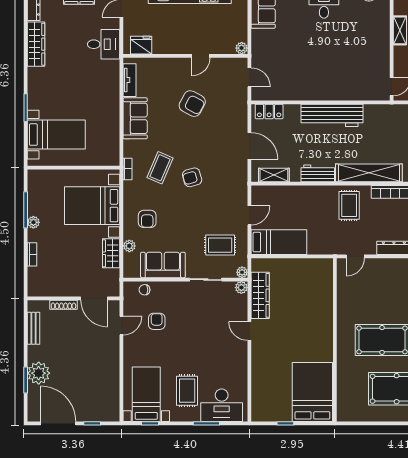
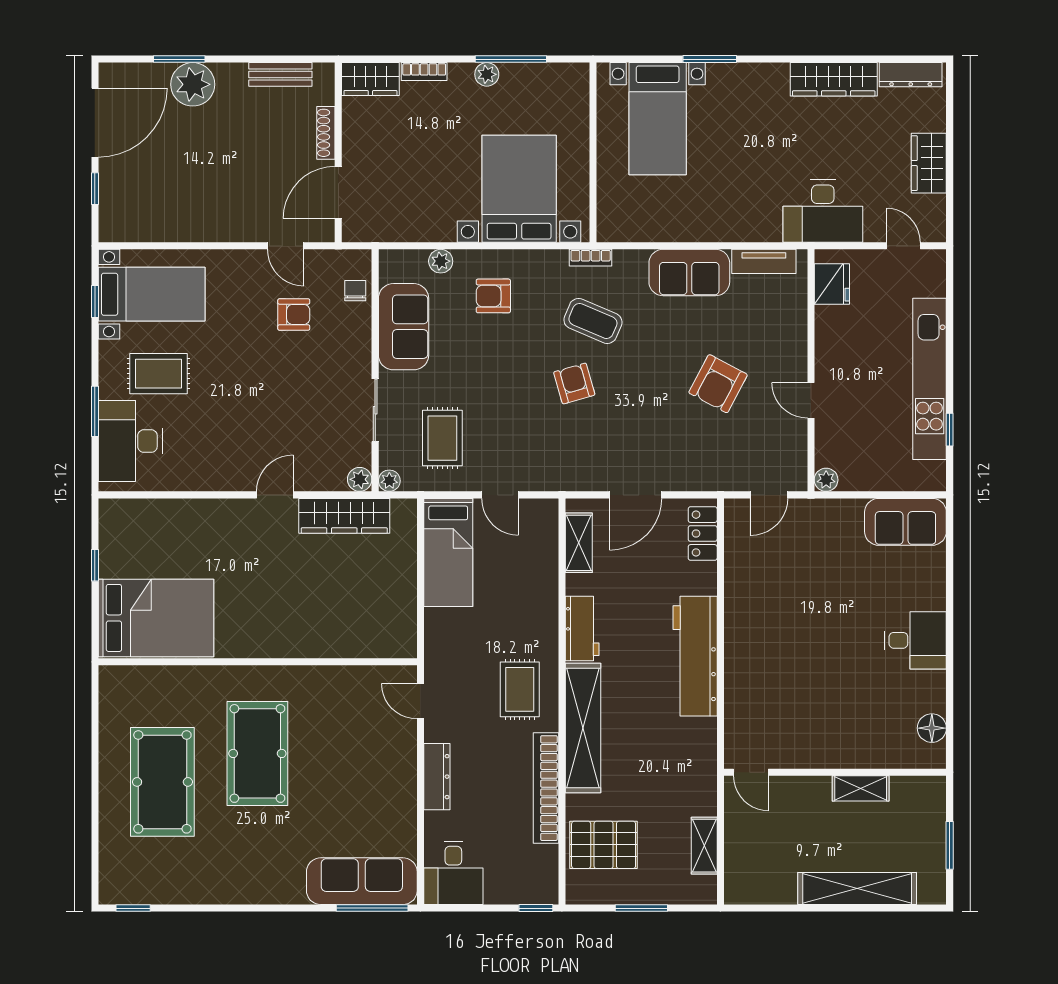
desk: (104, 44) -> (823, 211), width x1.37
rug: (349, 205) -> (520, 689), turned 90
wardrobe: (111, 253) -> (370, 79), moved, turned 180

